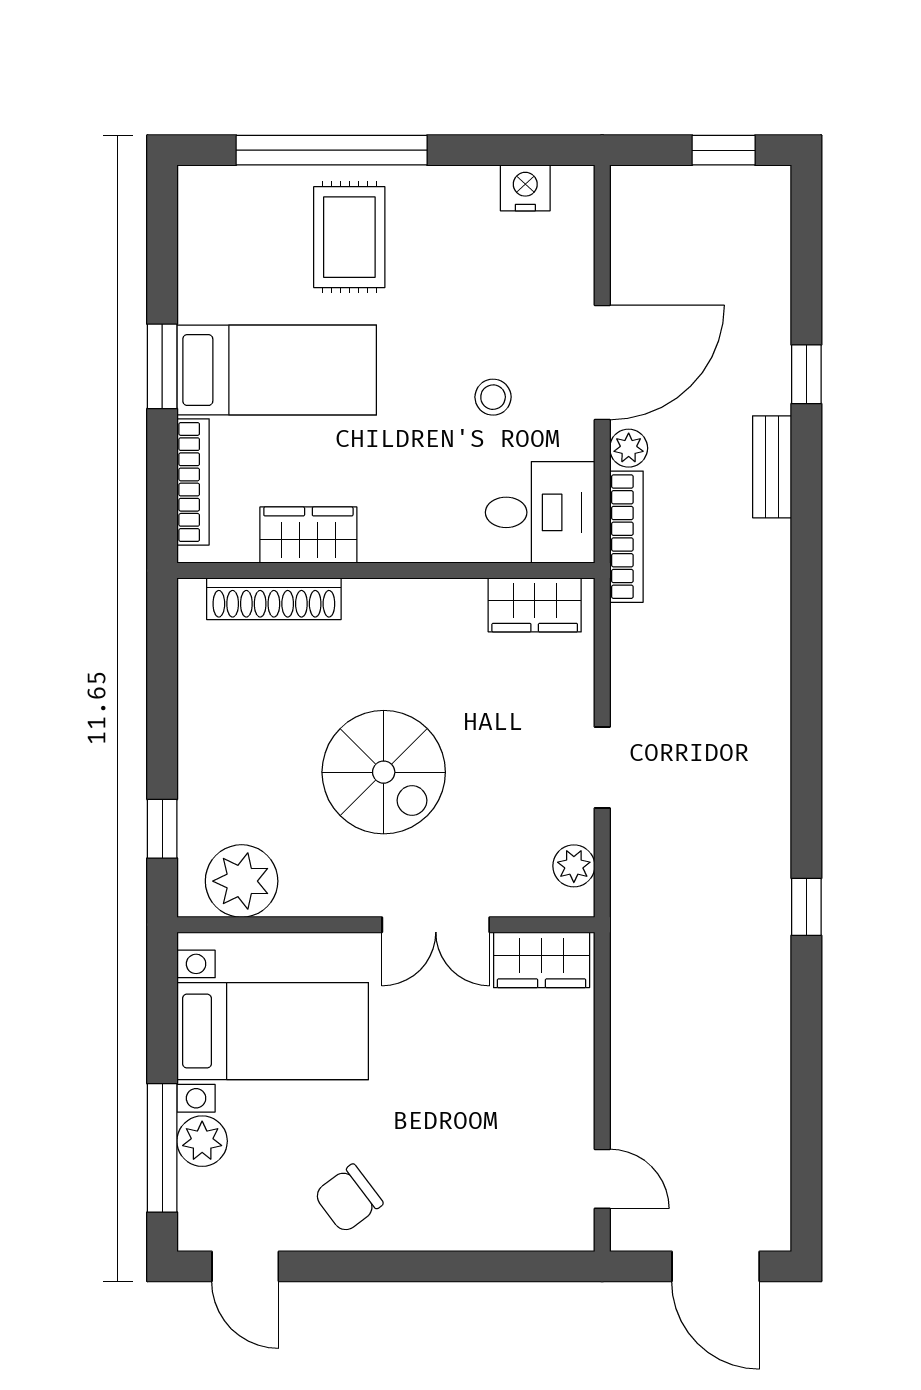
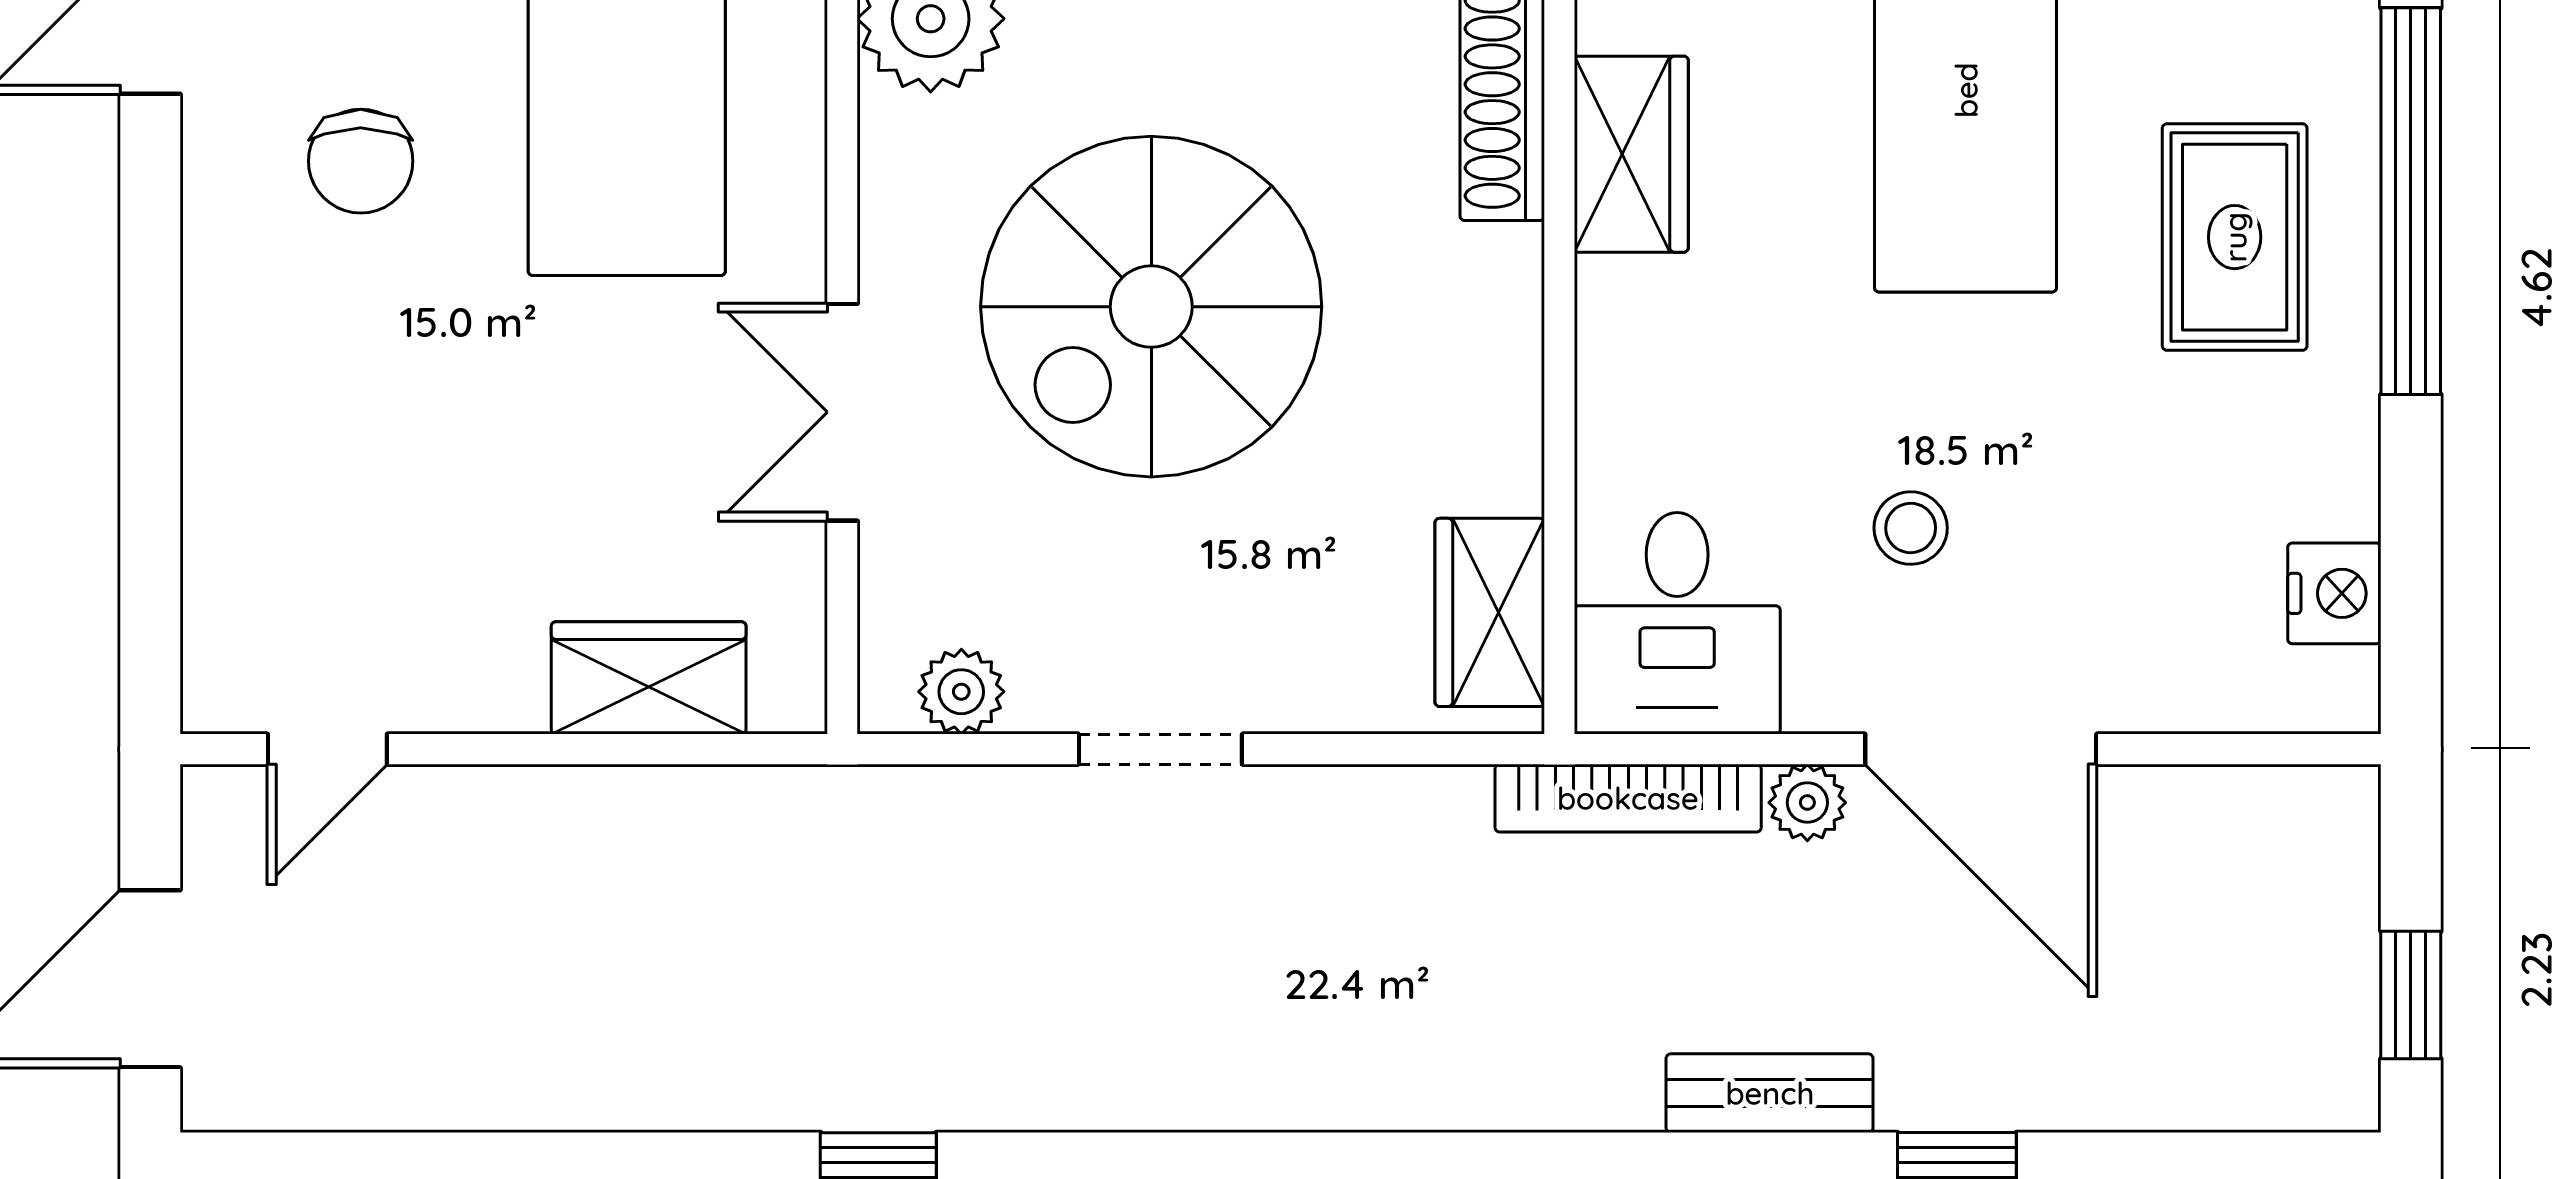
rug: (349, 237) -> (2235, 237), turned 90
spiral stairs: (384, 772) -> (1151, 307), width x1.37, depth x1.37
wardrobe: (542, 960) -> (649, 678), moved, turned 90
chair: (348, 1199) -> (361, 161), moved, turned -143

